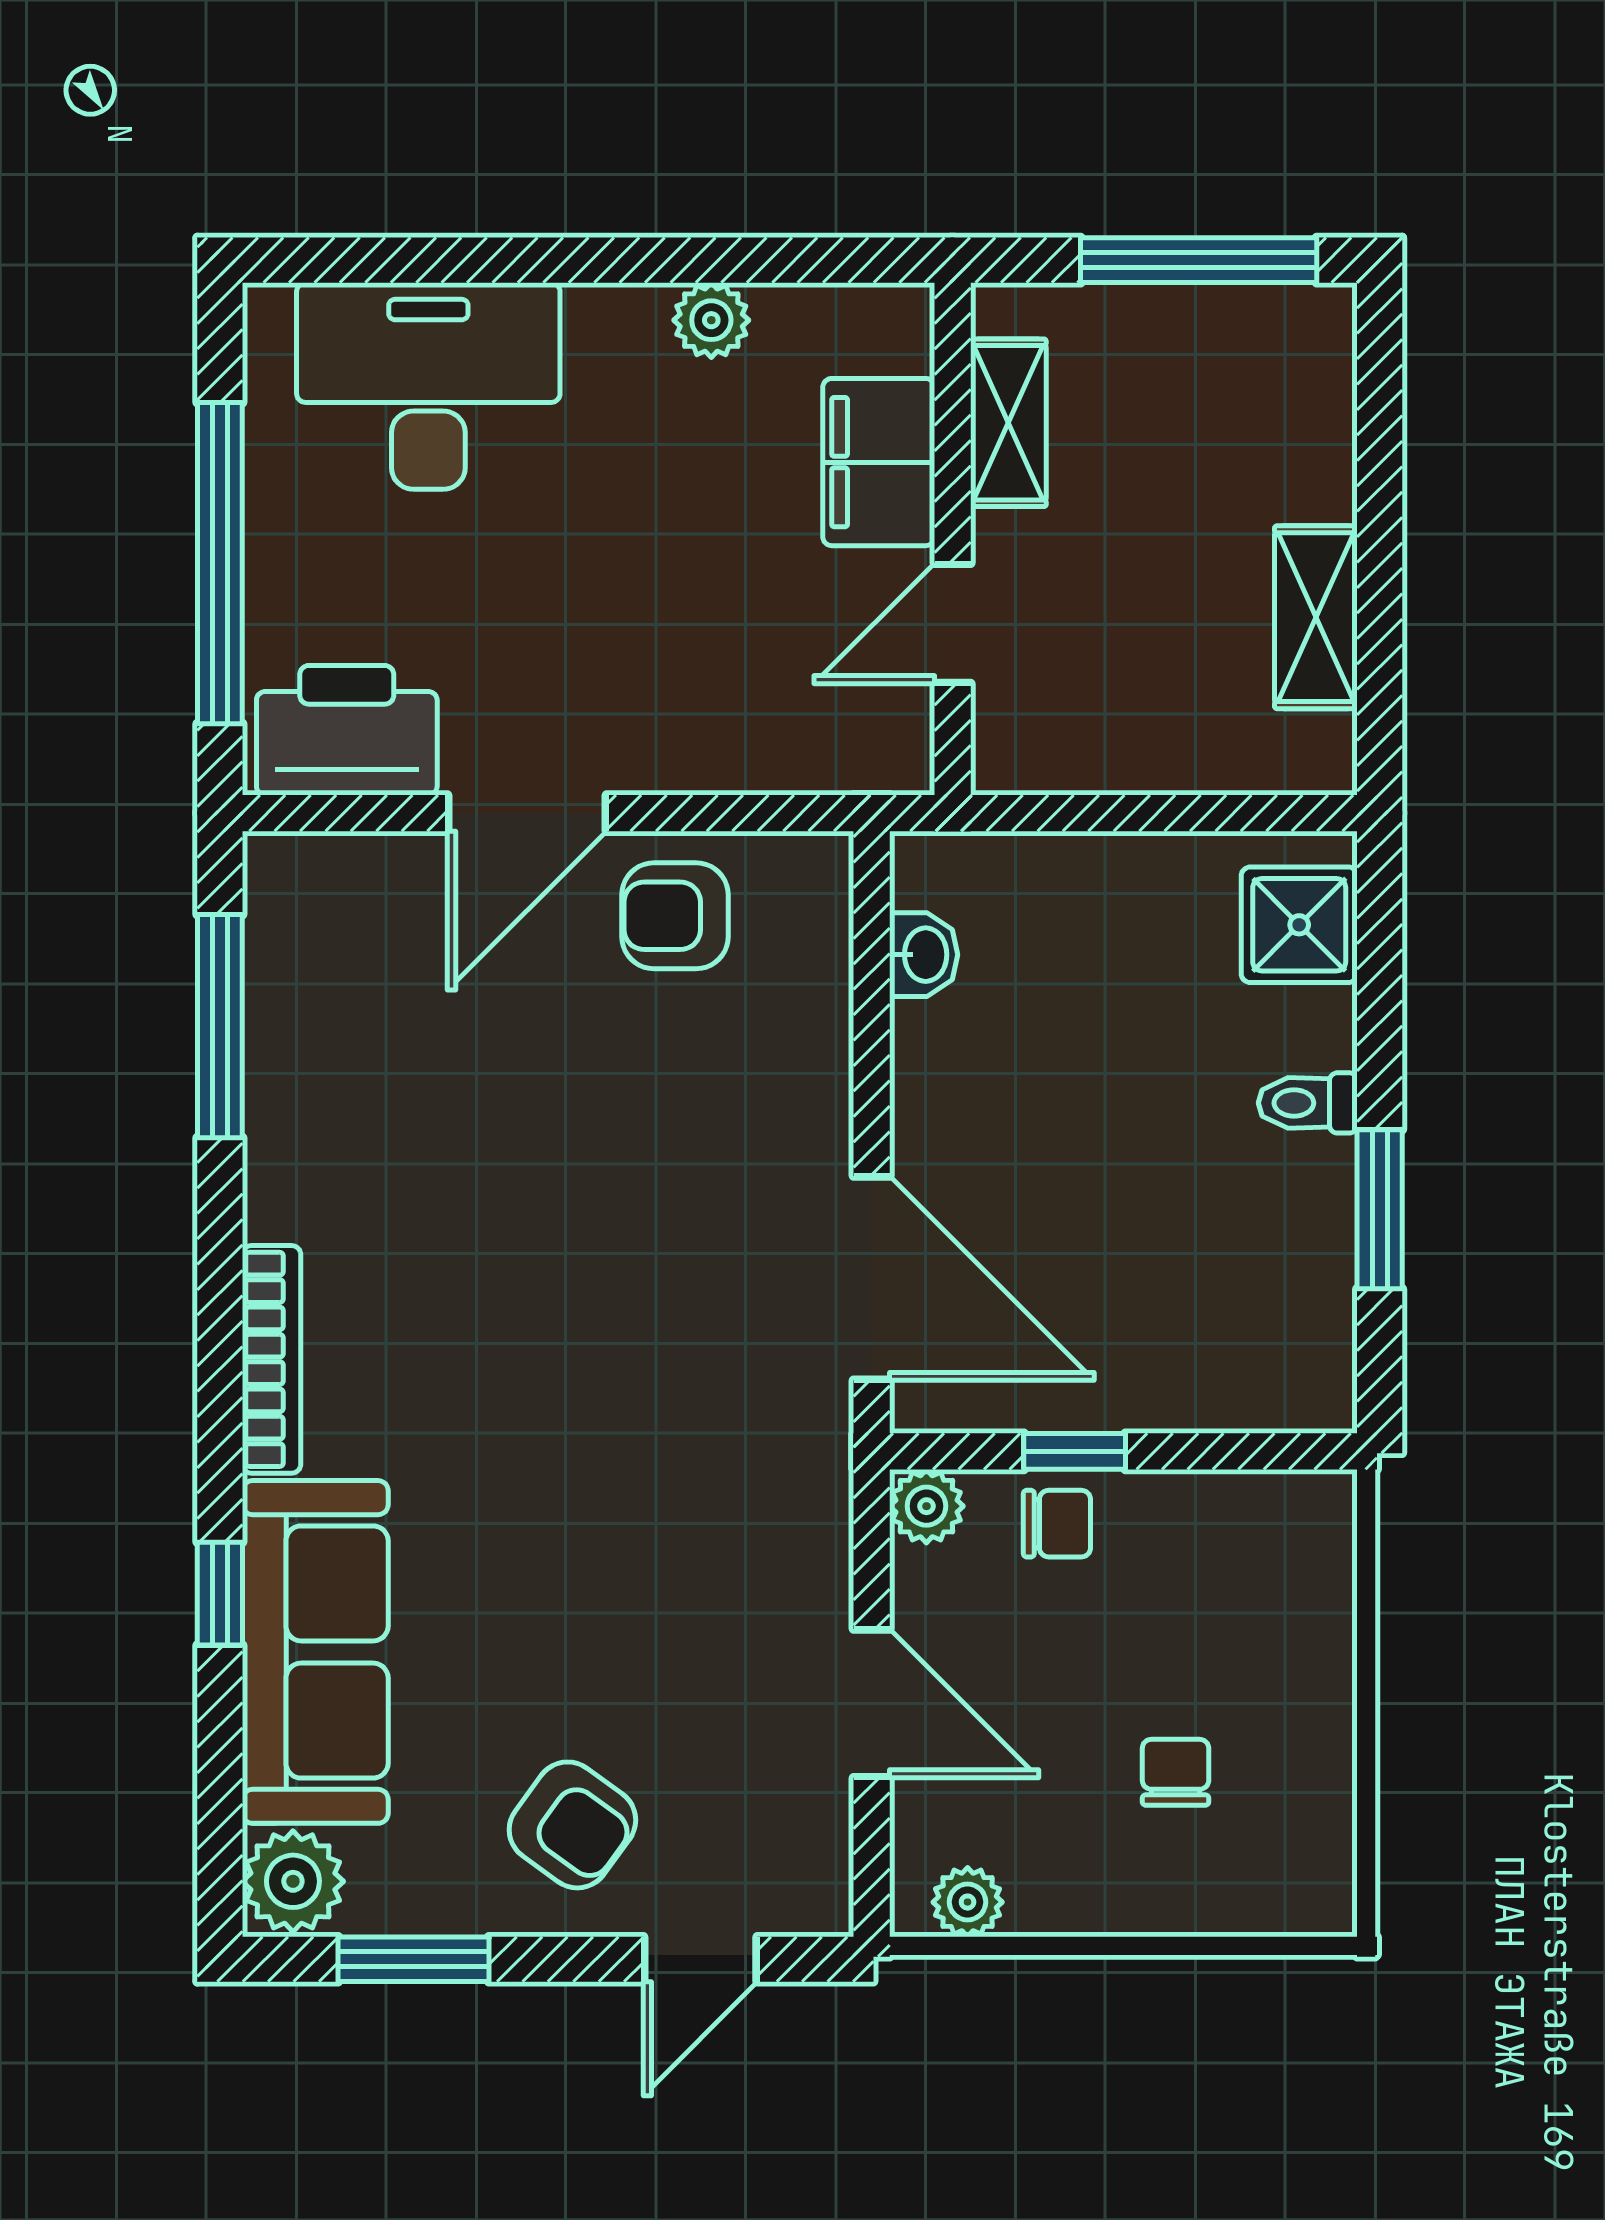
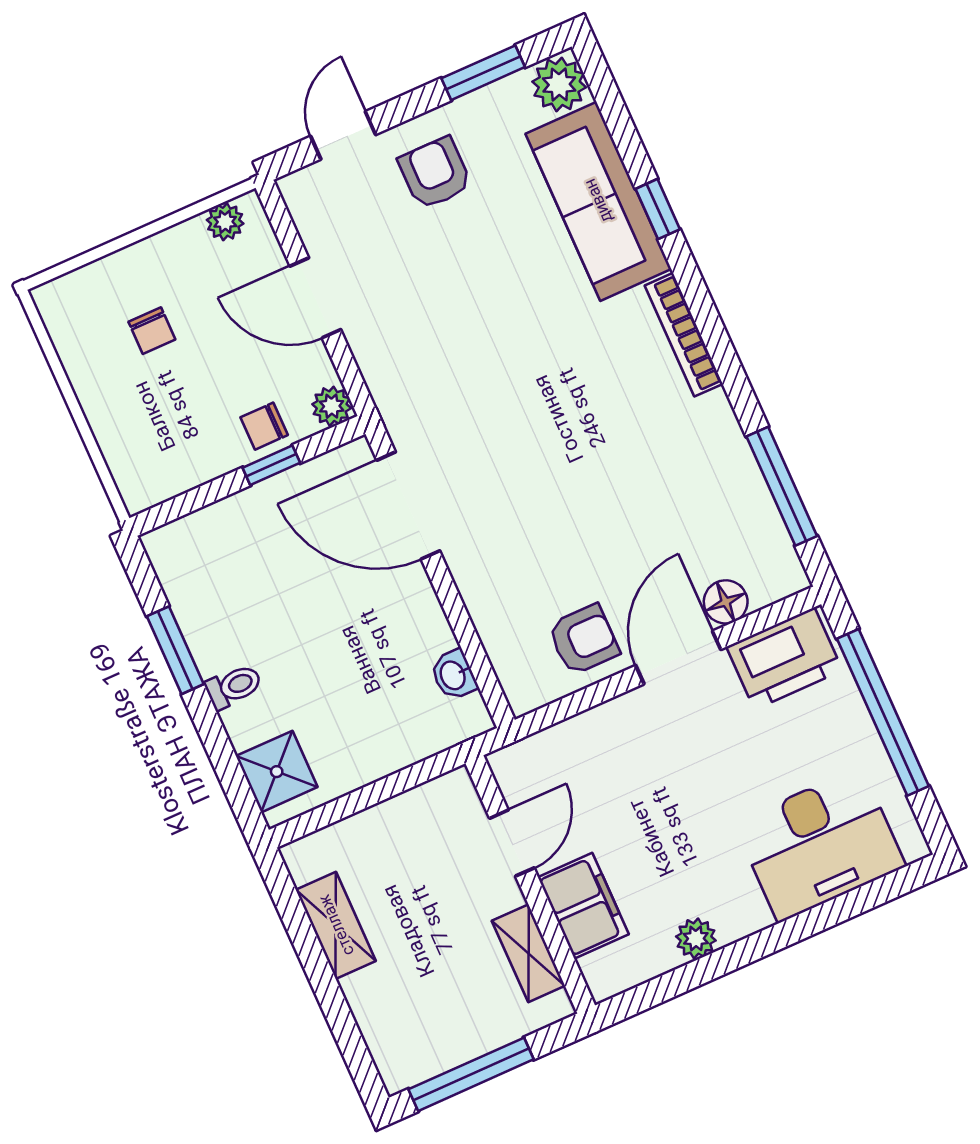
floor lamp: (404, 872) -> (726, 602), added
armchair: (572, 1825) -> (435, 173), turned 54

